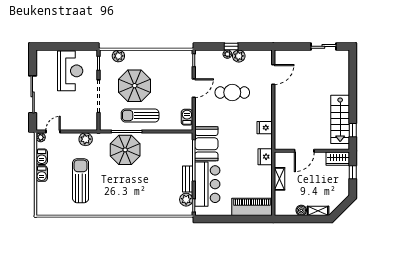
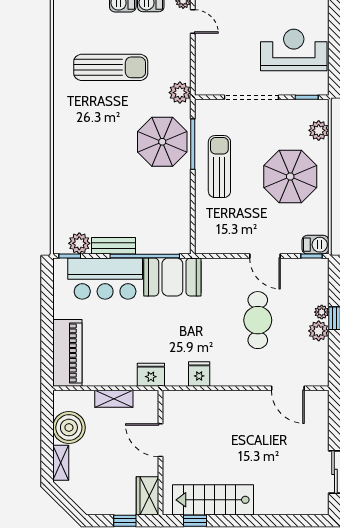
reception desk: (70, 71) -> (294, 50), turned 180
parasol: (135, 86) -> (290, 177), moved
barbecue: (187, 117) -> (315, 245), moved
plant: (86, 139) -> (180, 93), moved
boiler: (301, 210) -> (69, 428), width x1.86, depth x1.86

